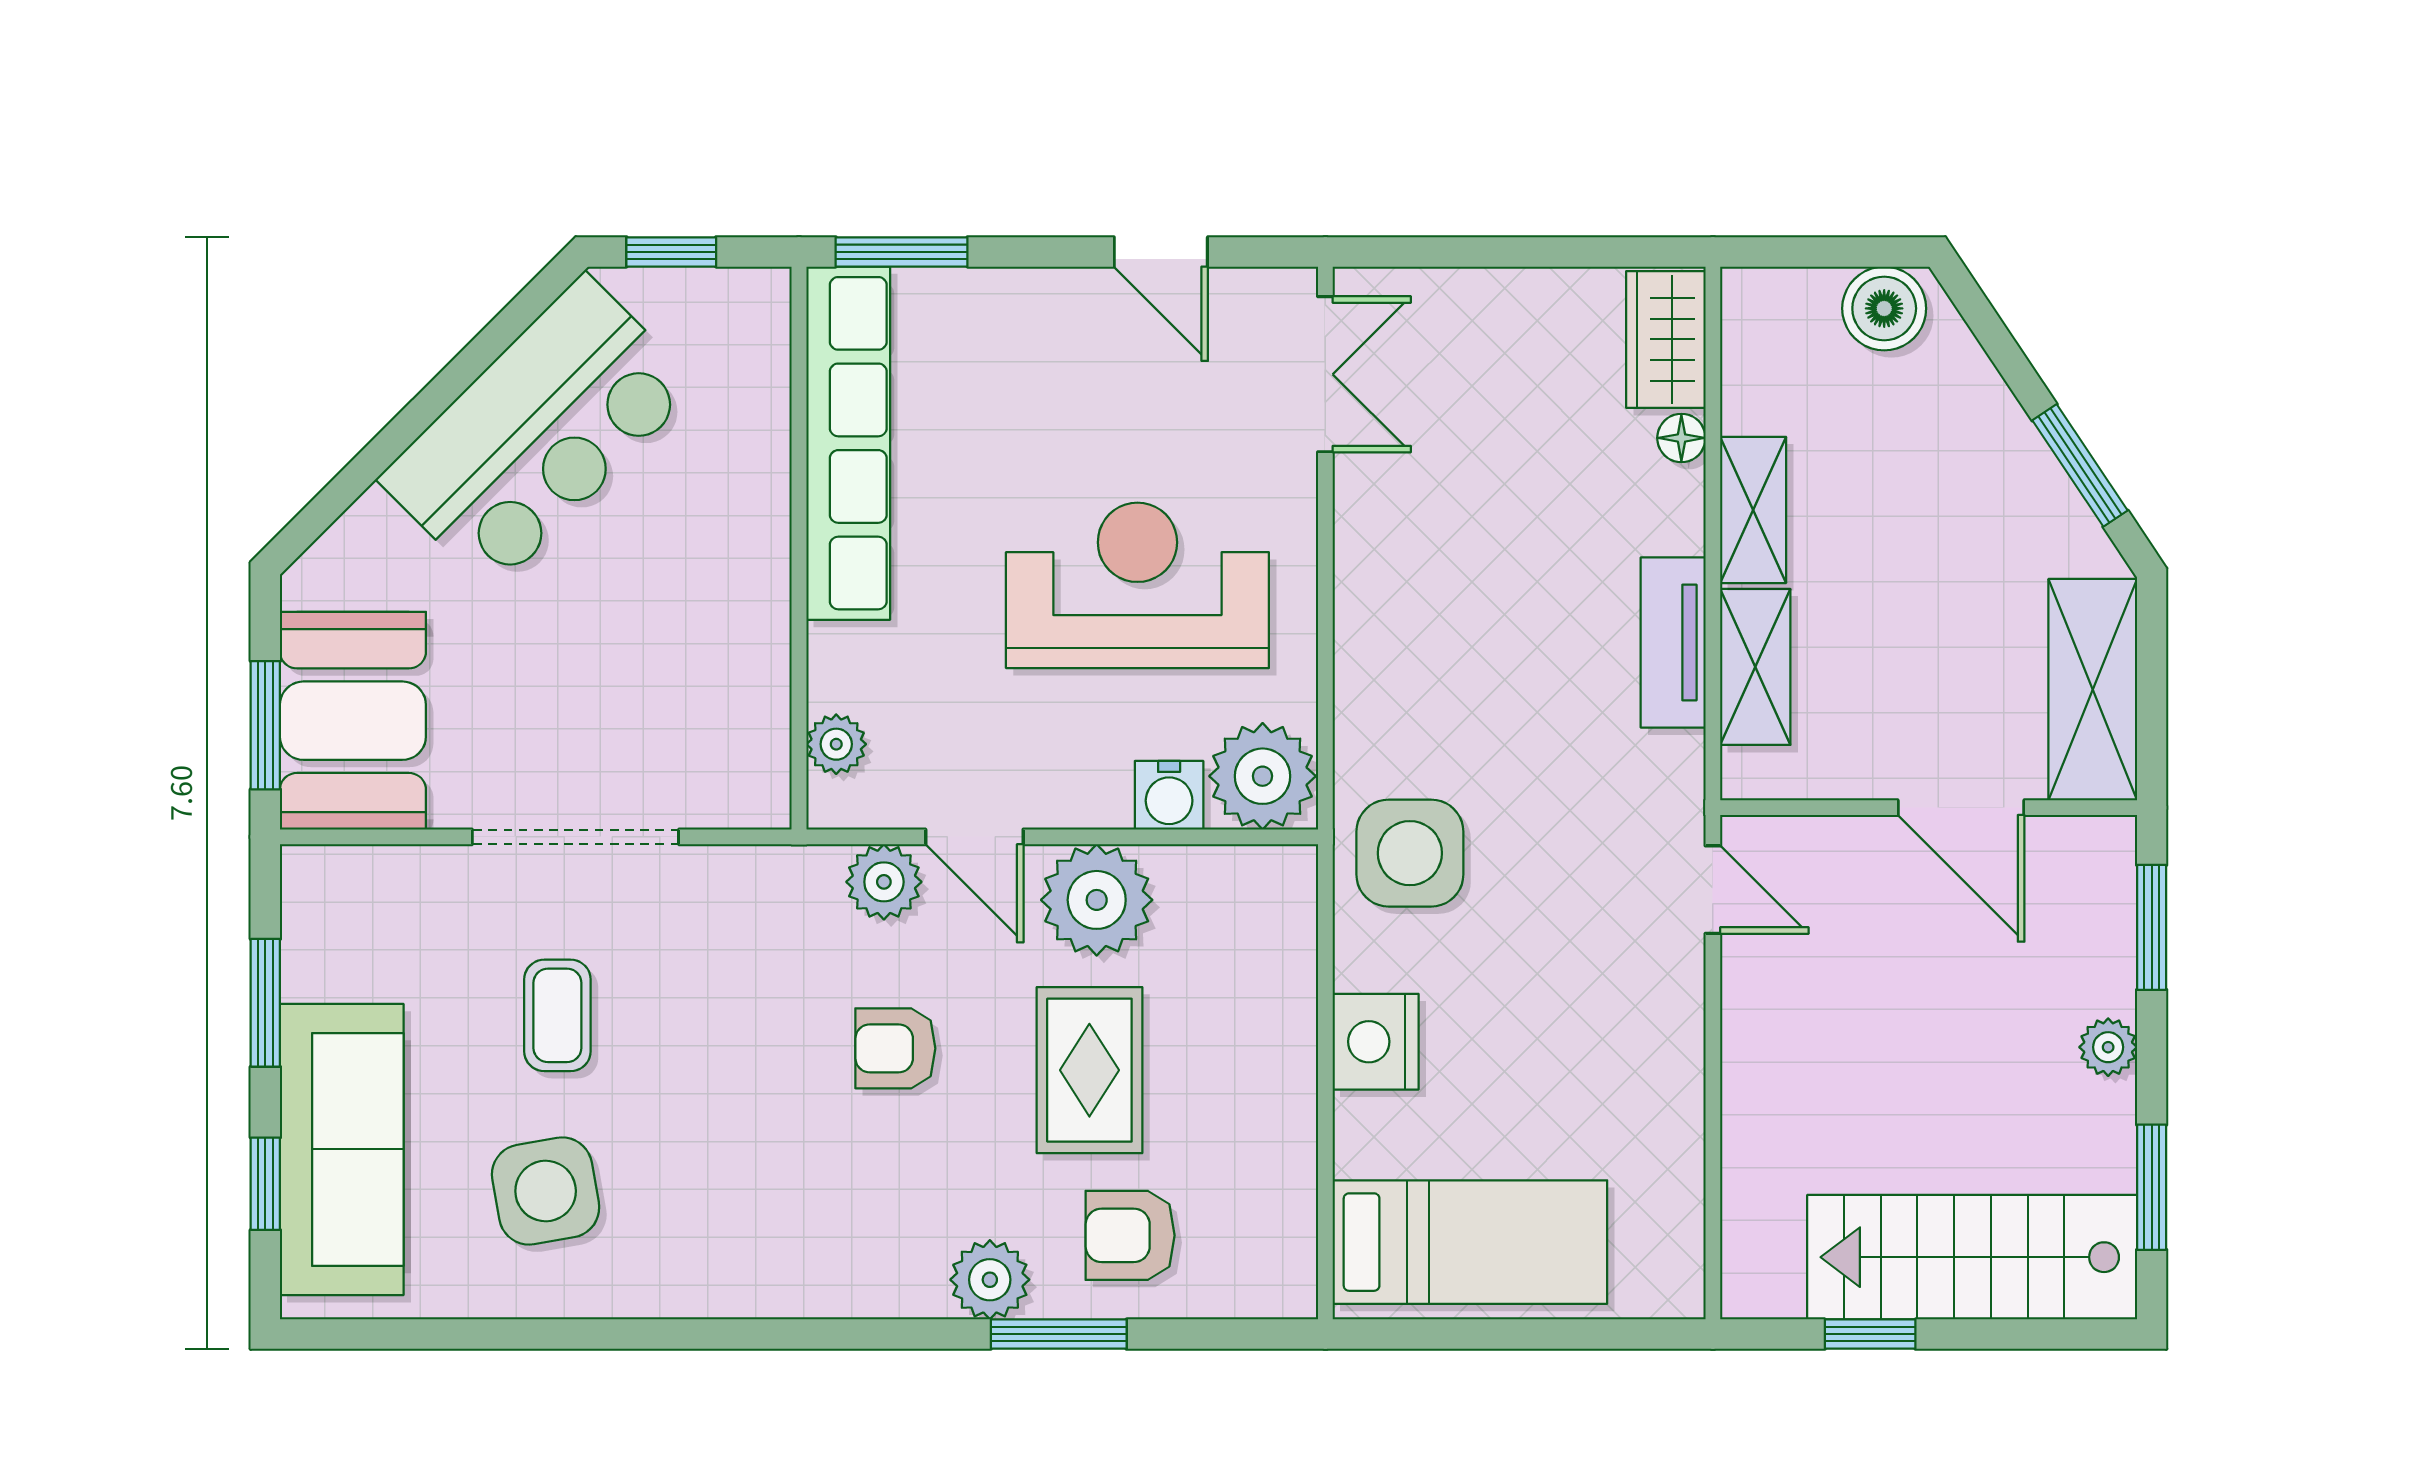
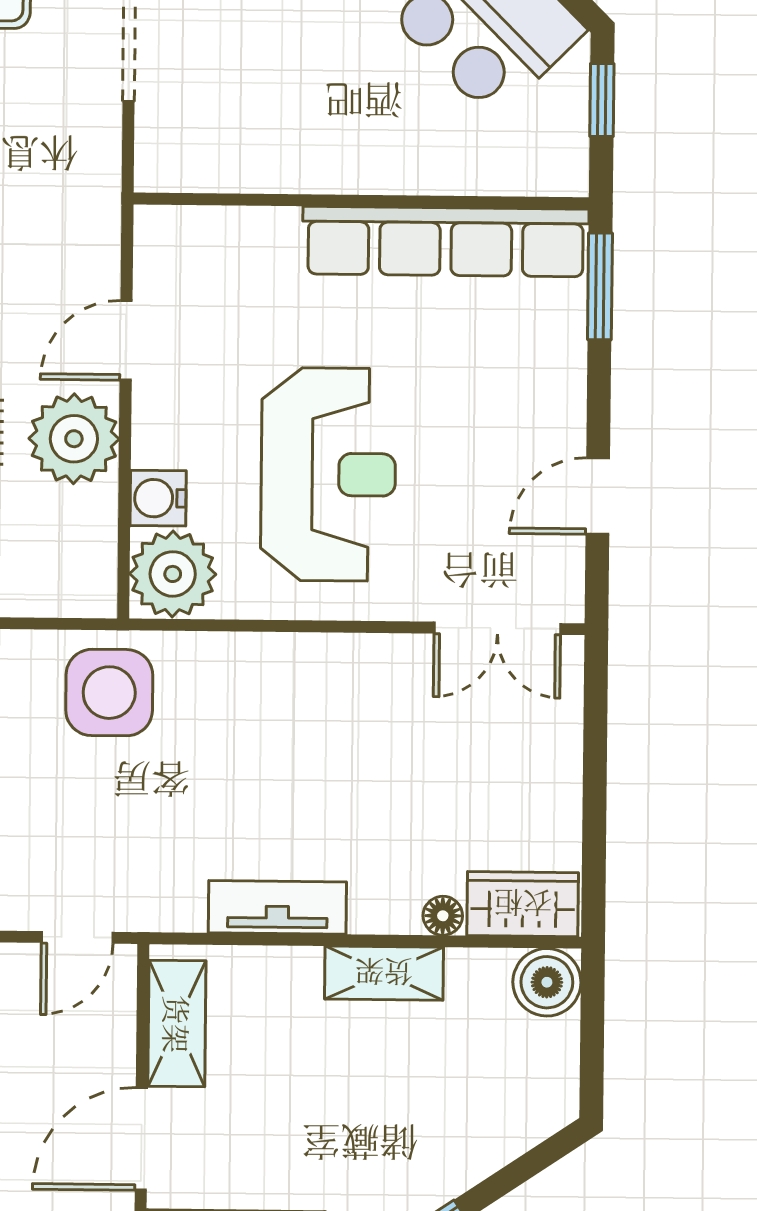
boiler: (1884, 308) -> (547, 982), moved
shelving: (1755, 667) -> (177, 1024), moved, turned 90
plant: (836, 744) -> (202, 229), removed
plant: (884, 882) -> (90, 267), removed

